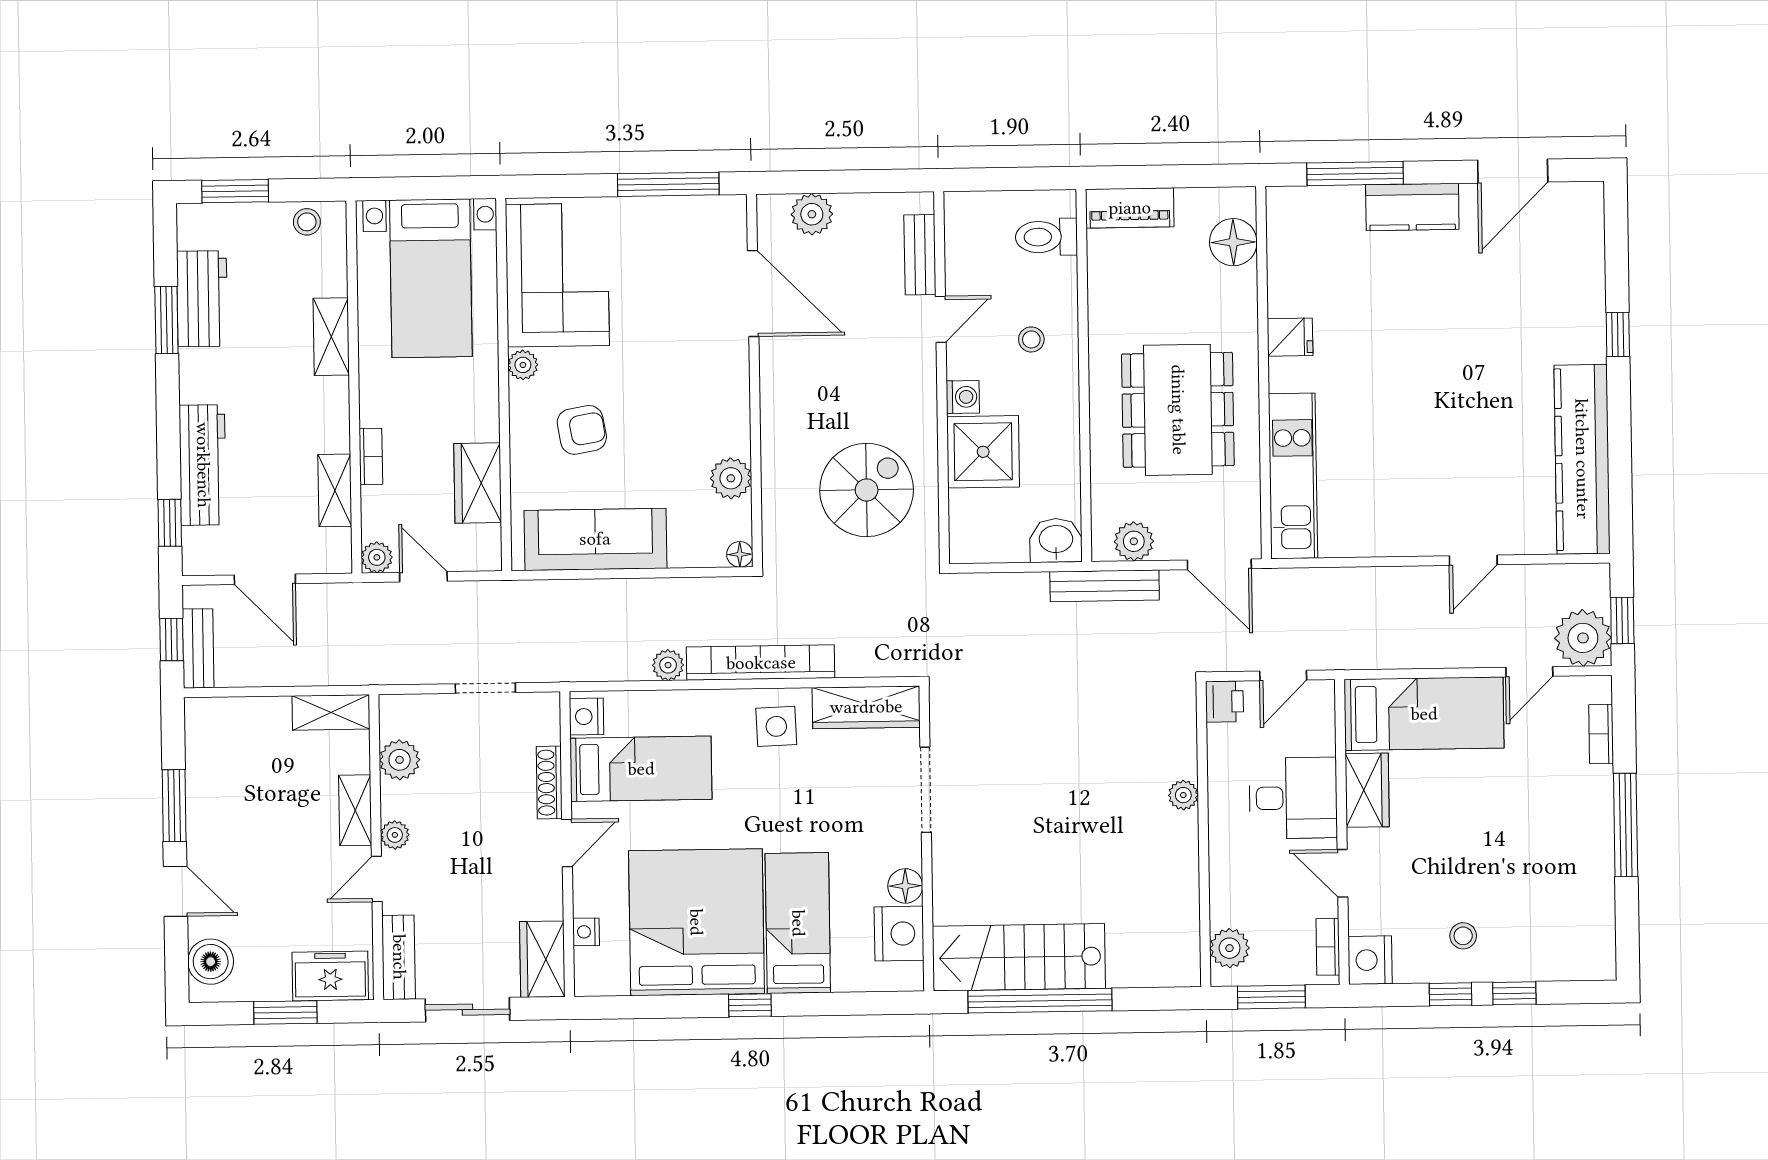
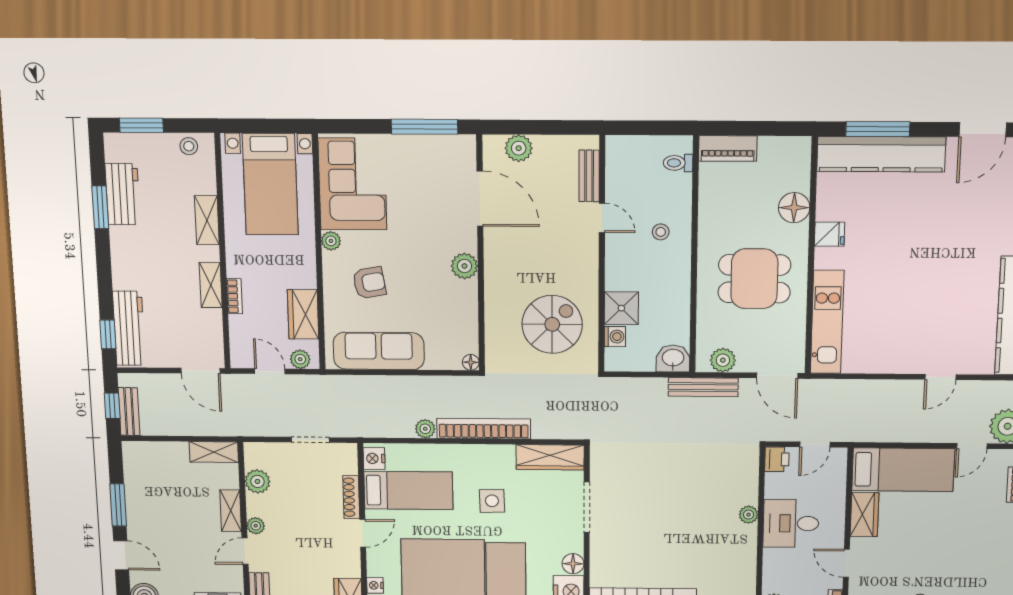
kitchen counter: (1412, 207) -> (881, 154), width x2.08, depth x1.17
toilet: (1046, 237) -> (678, 163), width x0.73, depth x0.72
floor lamp: (1233, 242) -> (794, 208), moved
door: (941, 319) -> (602, 218), hinge flipped
washing machine: (963, 397) -> (615, 337), moved
dining table: (1178, 410) -> (754, 279), width x0.73
shower: (983, 452) -> (621, 308), width x0.73, depth x0.73
workbench: (203, 465) -> (129, 328), moved
plant: (731, 478) -> (464, 266), moved
shelving: (335, 490) -> (211, 285), moved
plant: (377, 557) -> (300, 359), moved
door: (265, 579) -> (201, 371), moved
side table: (776, 726) -> (492, 501), moved
desk: (1293, 798) -> (791, 523), moved, turned 180

